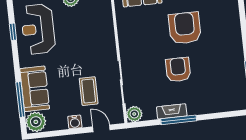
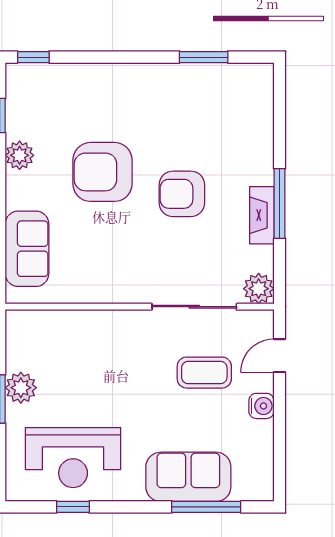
plant: (36, 122) -> (253, 482), removed

